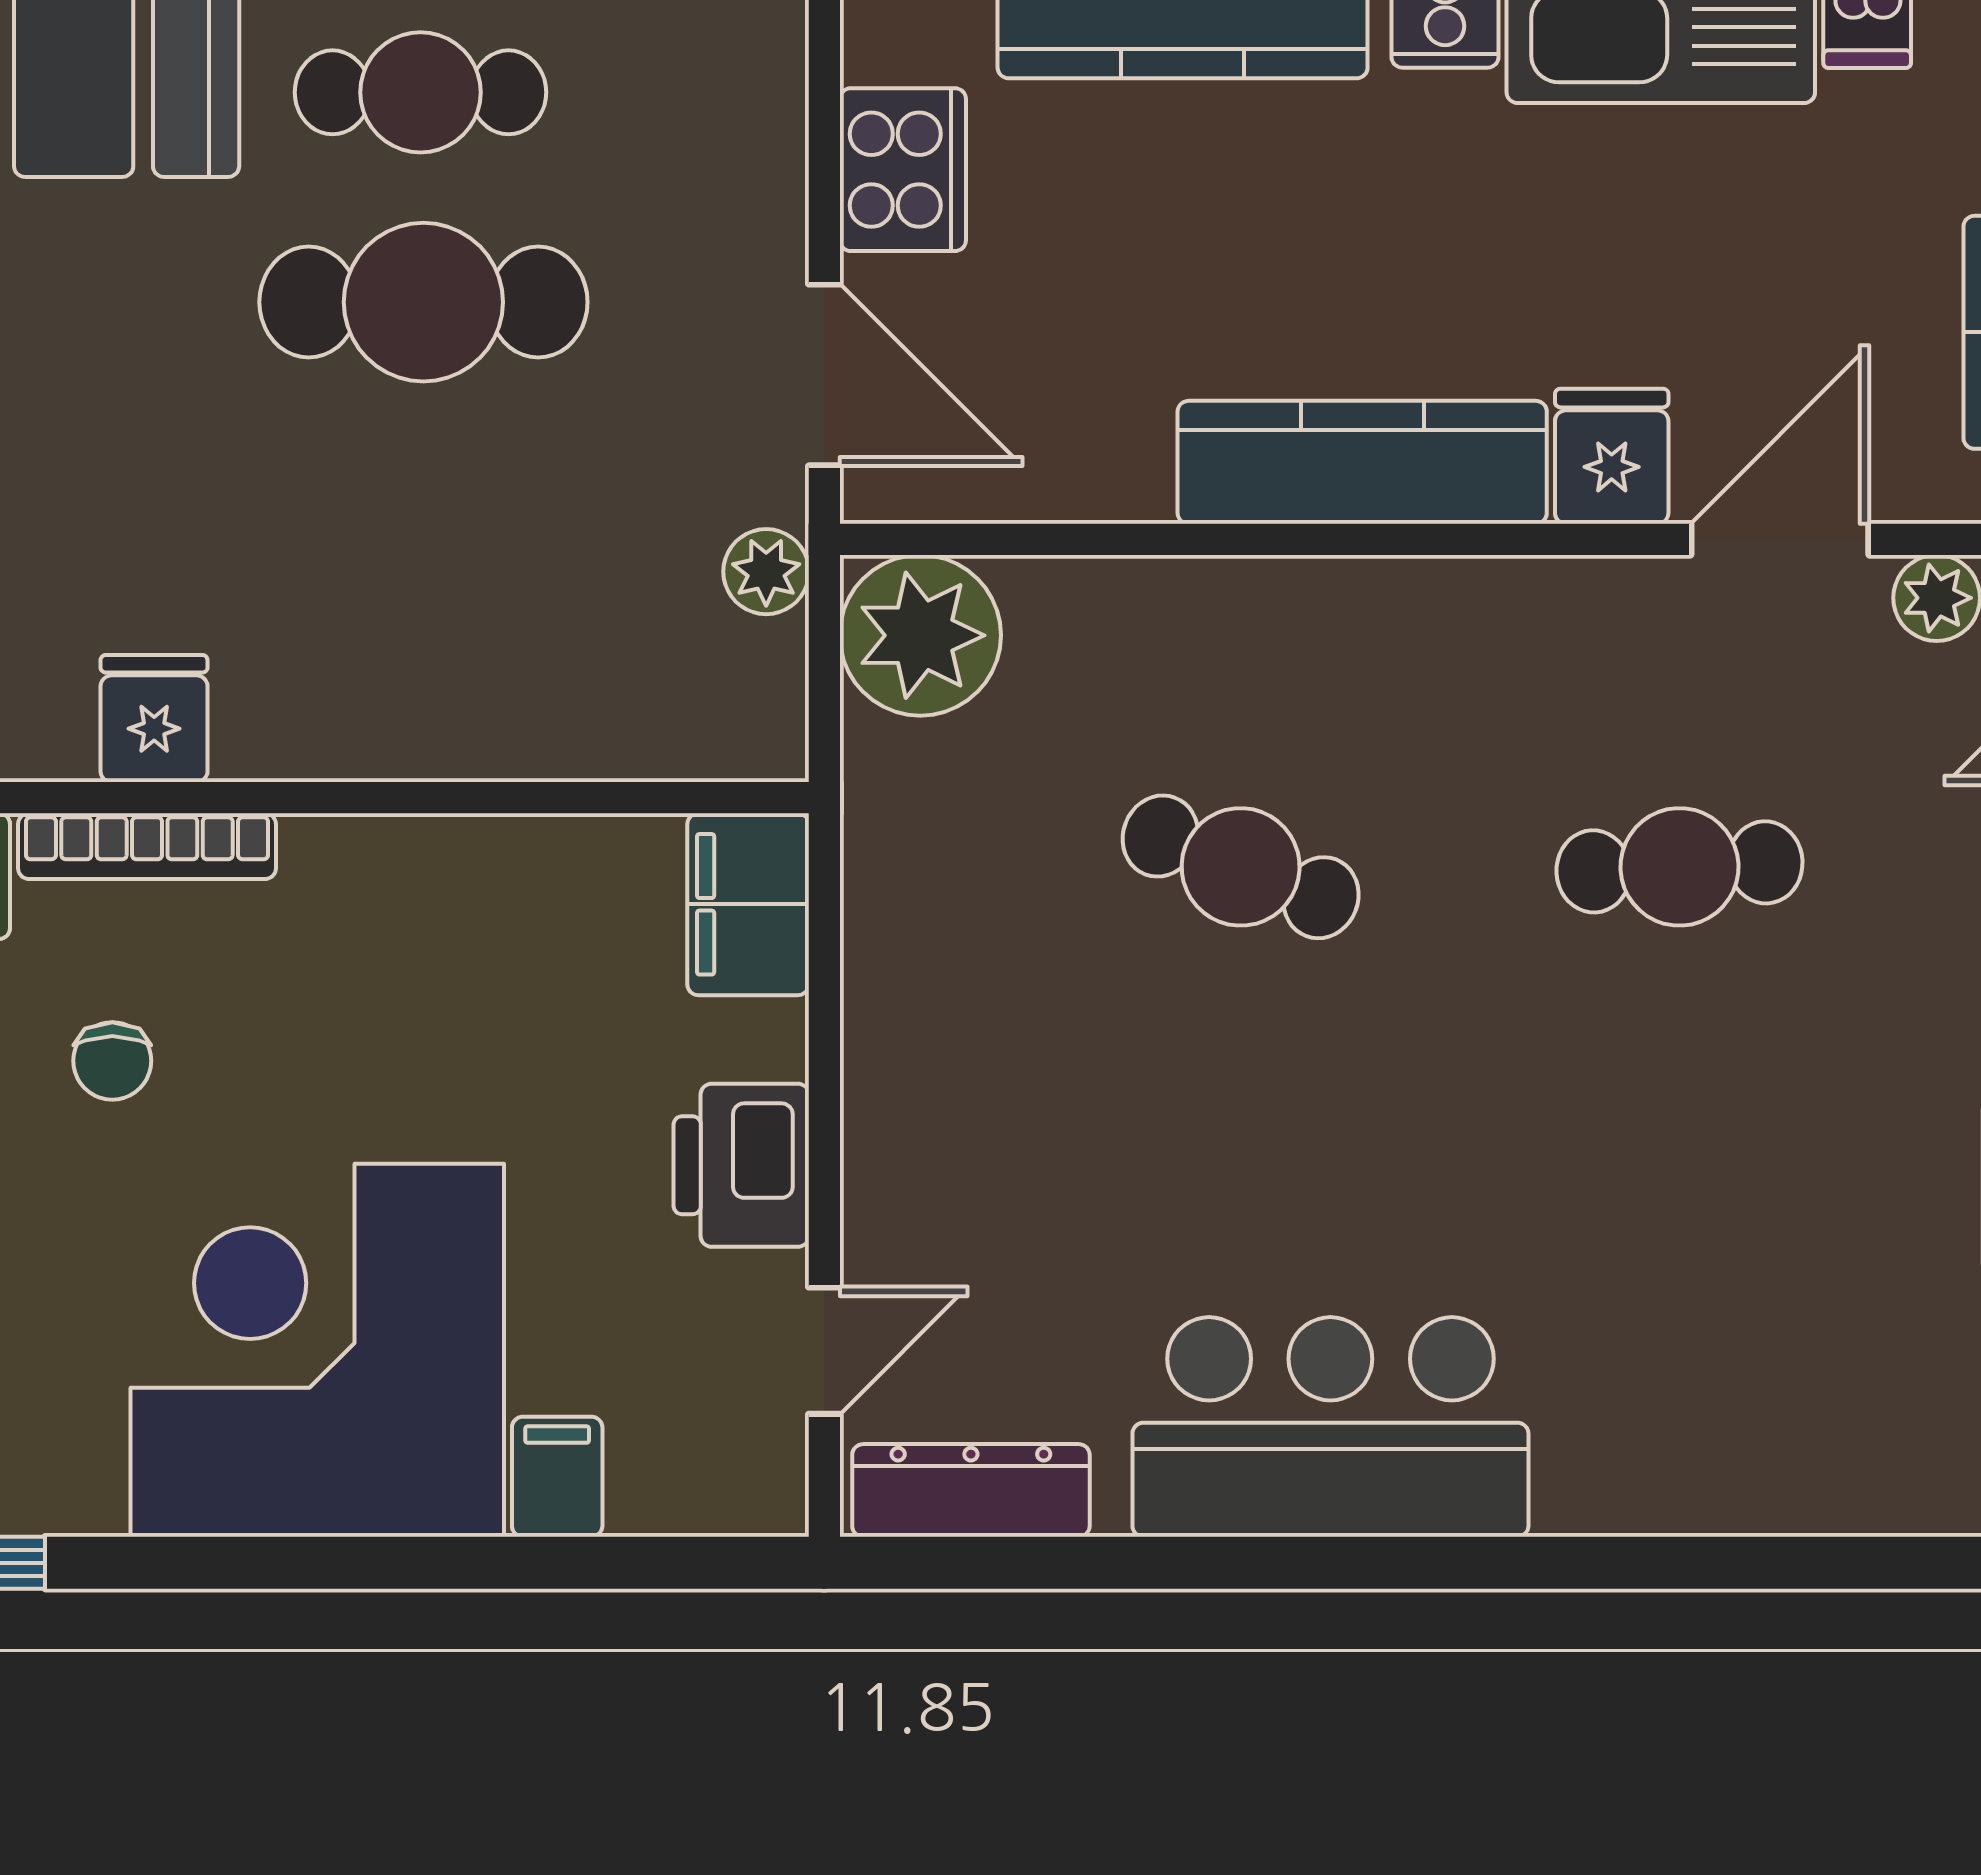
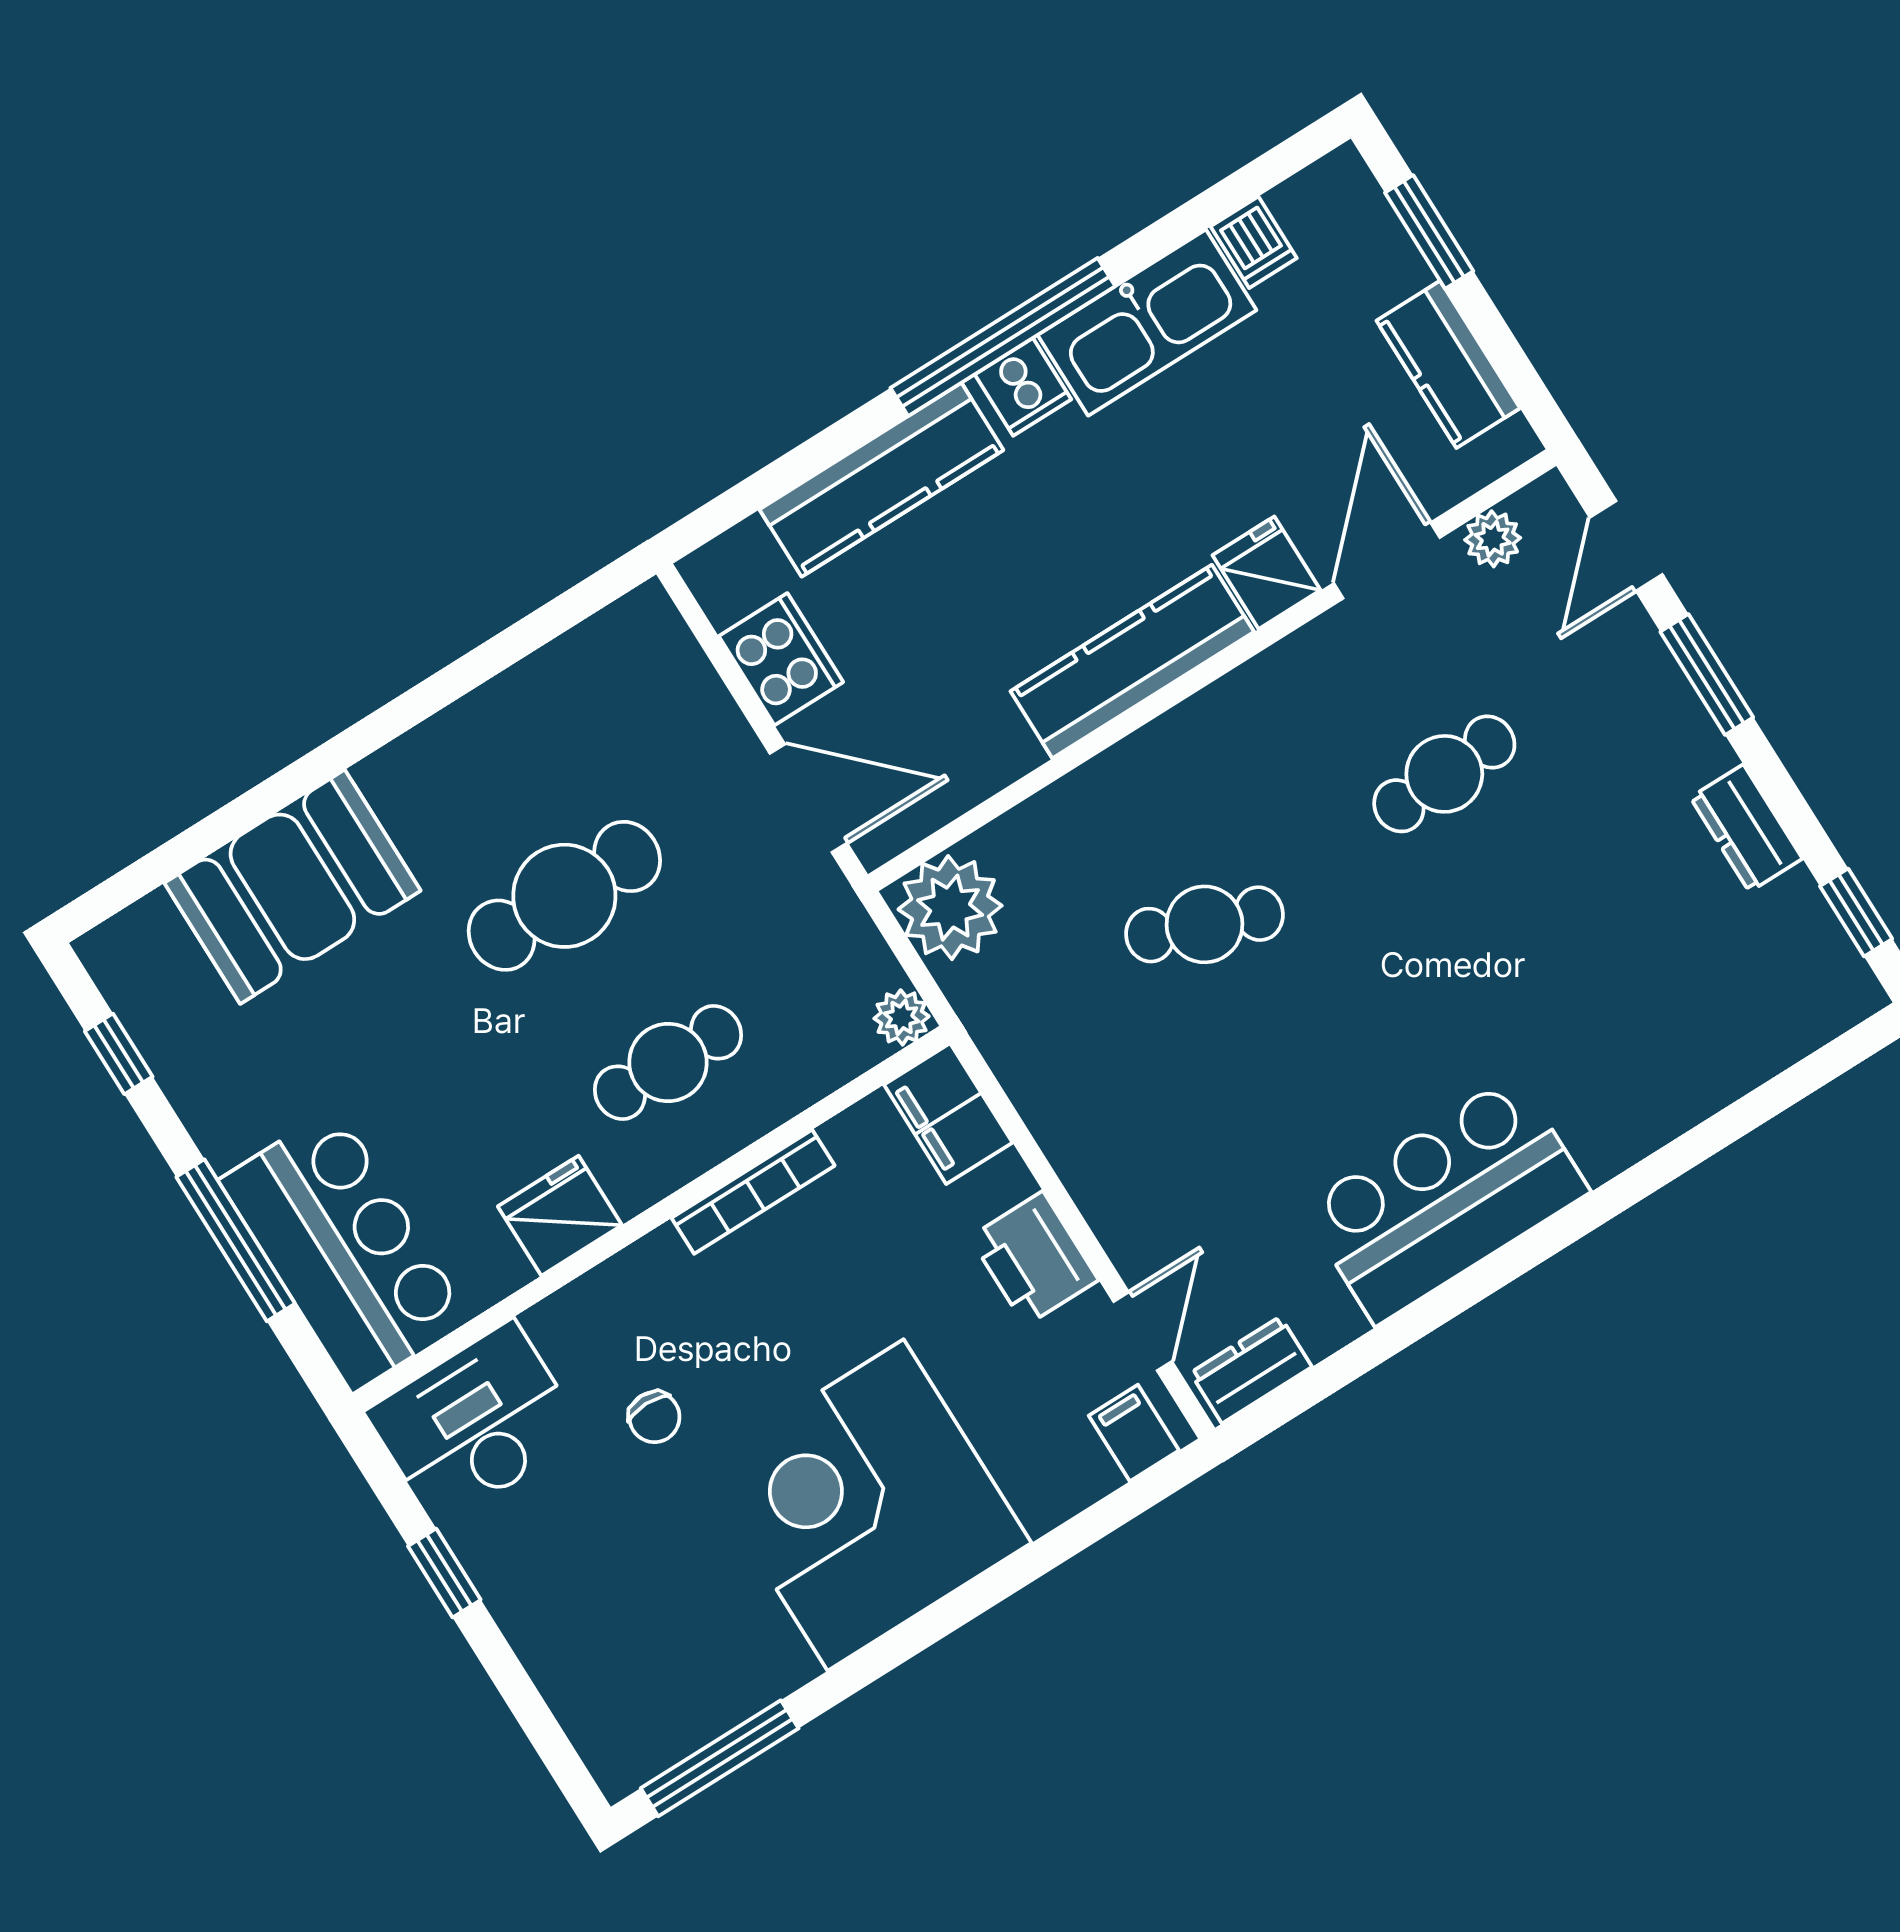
cafe table: (420, 92) -> (668, 1062), moved
plant: (766, 572) -> (902, 1017), moved
fridge: (154, 719) -> (560, 1216), width x1.38
bookcase: (147, 846) -> (753, 1192), moved
filing cabinet: (557, 1477) -> (1134, 1433), moved
dresser: (971, 1490) -> (1251, 1370), width x0.70

